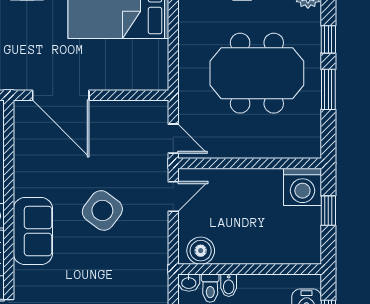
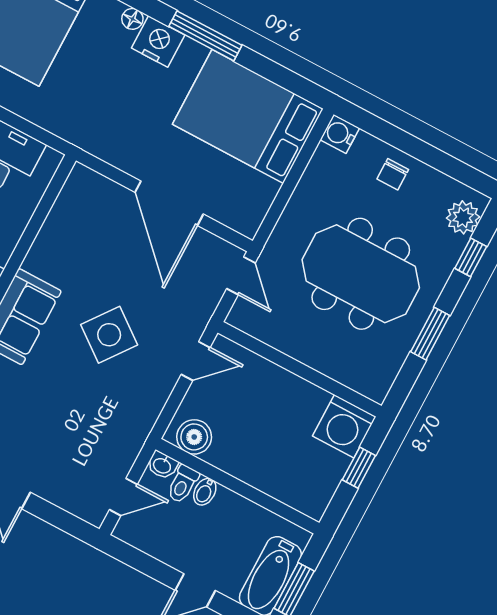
window: (328, 39) -> (471, 257), moved
door: (61, 95) -> (169, 203), moved
door: (173, 139) -> (241, 276), moved

